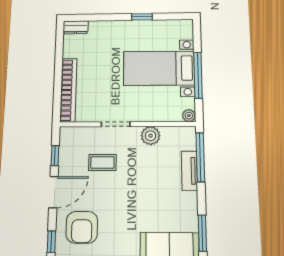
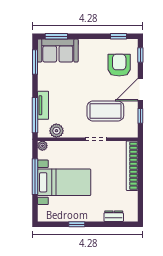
dresser: (76, 27) -> (114, 216), moved
plant: (151, 136) -> (56, 131), moved
coffee table: (102, 162) -> (105, 111), width x1.86, depth x1.72

